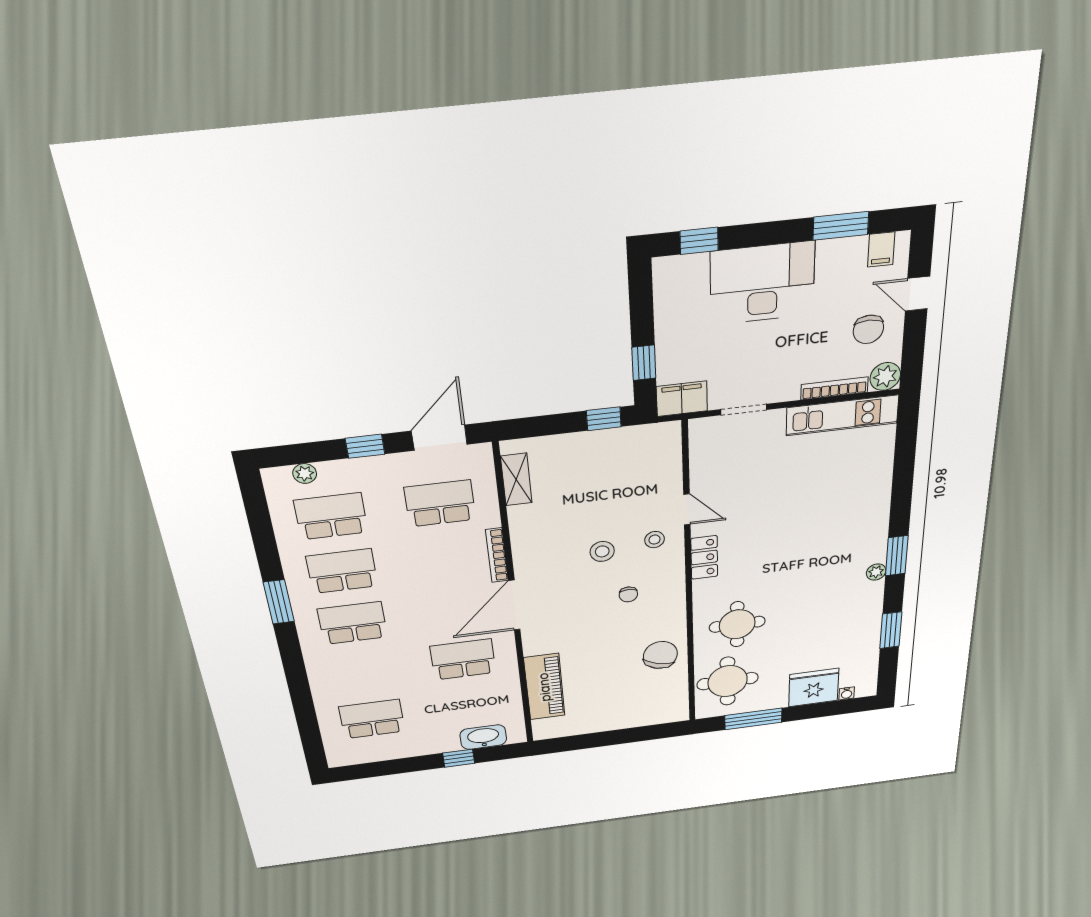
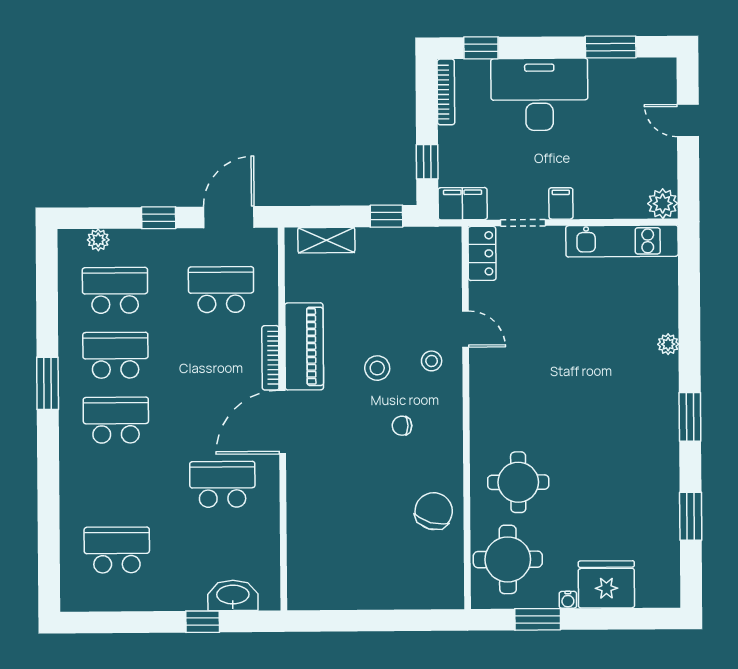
filing cabinet: (881, 249) -> (561, 203), moved, turned 180
chair: (868, 329) -> (643, 152), removed
bookcase: (834, 388) -> (446, 92), moved, turned 90
shelving: (516, 480) -> (326, 240), moved, turned 90
locker: (704, 557) -> (482, 253), moved
plant: (876, 572) -> (668, 344), moved
chair: (628, 594) -> (402, 426), turned 90
piano: (544, 687) -> (304, 346), moved
water cooler: (847, 693) -> (568, 600), moved
window: (753, 719) -> (538, 619), width x0.69

